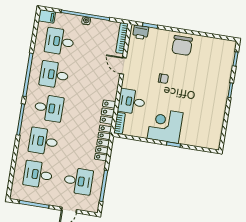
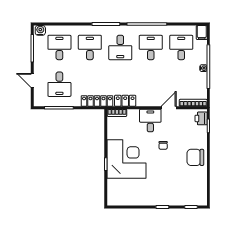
desk: (132, 102) -> (150, 120), moved
corner desk: (165, 126) -> (126, 159), width x1.36, depth x1.36
water cooler: (16, 192) -> (40, 30), added

